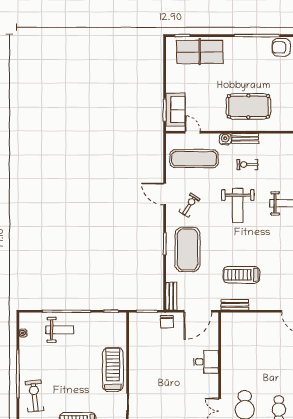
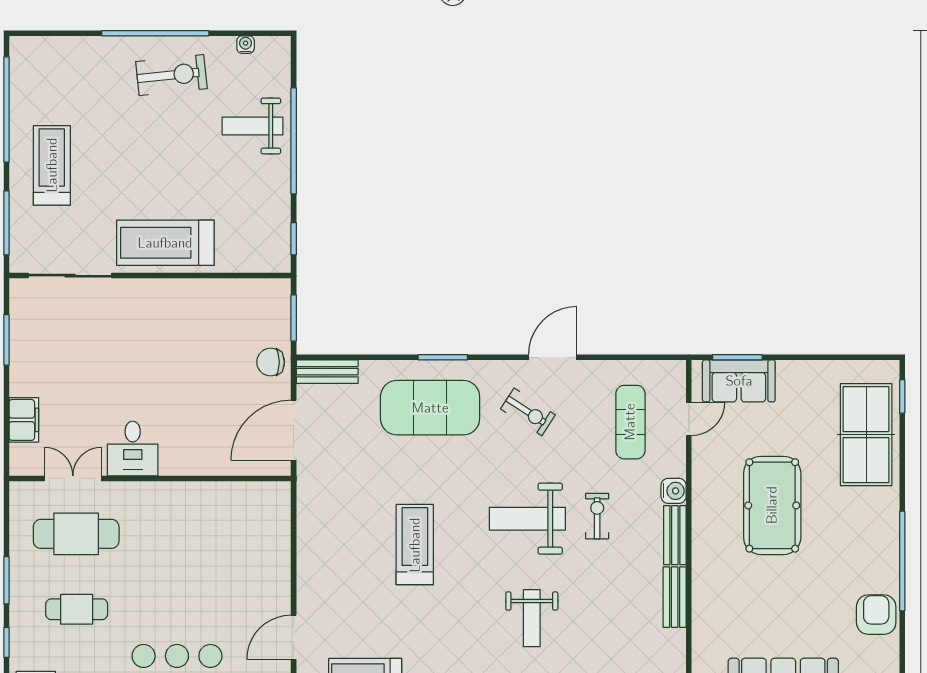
pool table: (248, 106) -> (772, 505), moved
exercise mat: (194, 159) -> (630, 422), width x0.73, depth x0.69
exercise bike: (247, 165) -> (597, 516), moved
treadmill: (241, 275) -> (415, 545), moved
bench: (235, 305) -> (675, 597), moved
door: (198, 311) -> (294, 430), hinge flipped
weight bench: (60, 330) -> (253, 126), turned 90
desk: (206, 362) -> (133, 448), moved
treadmill: (113, 369) -> (165, 243), turned 180
exercise bike: (35, 396) -> (171, 75), moved

